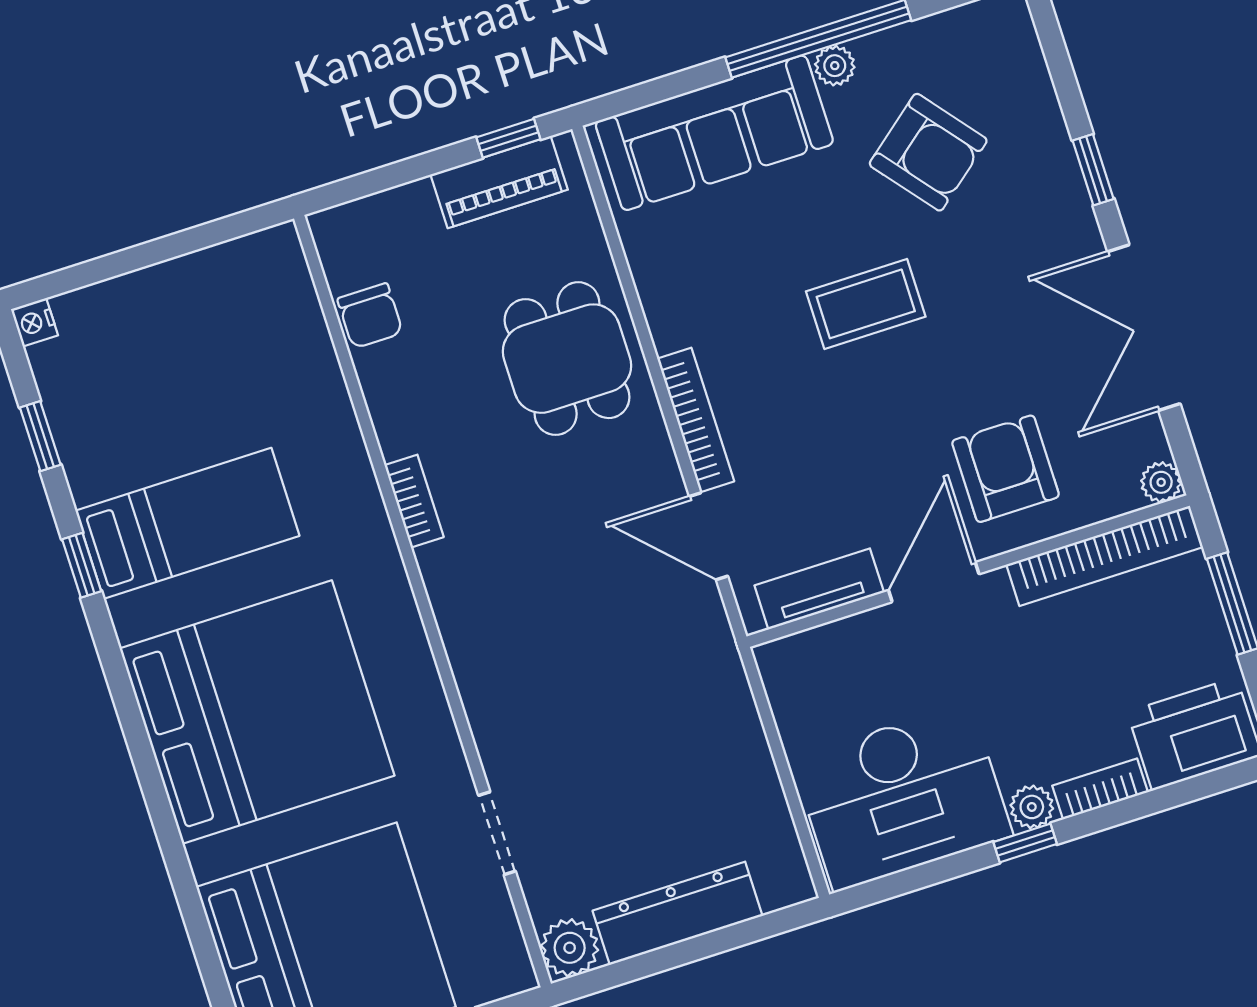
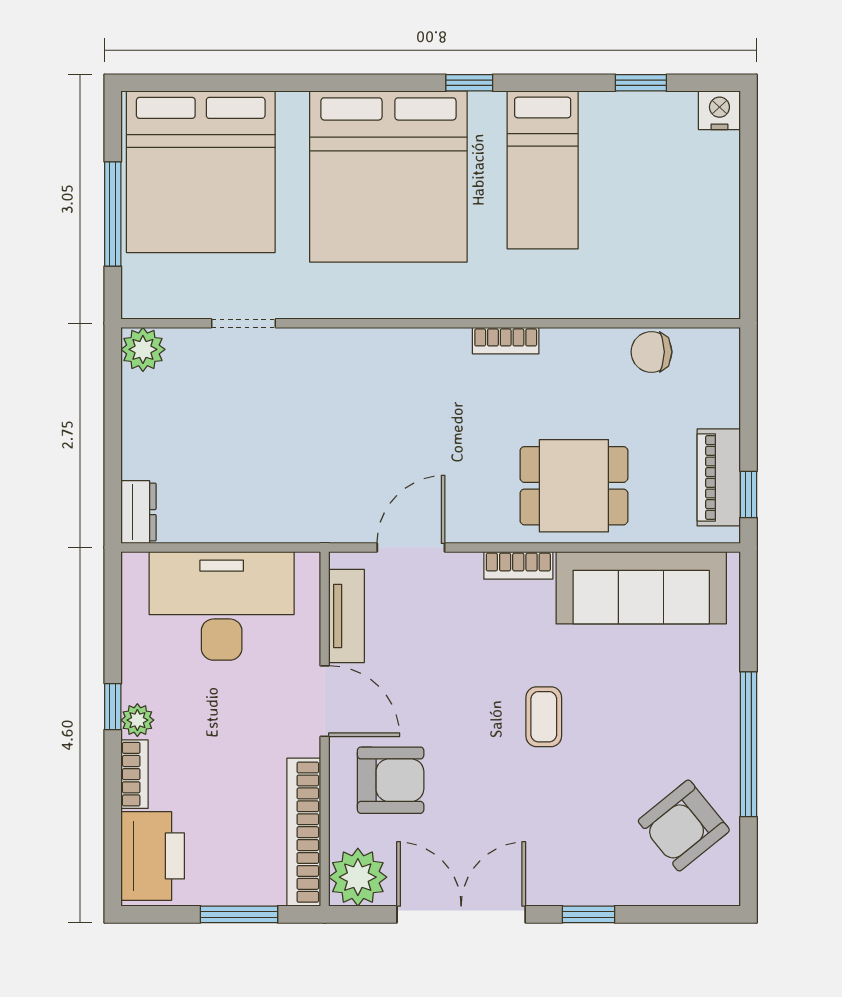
plant: (835, 66) -> (725, 750), removed
sofa: (714, 133) -> (641, 588), moved, turned -90
armchair: (928, 152) -> (684, 826), moved
coffee table: (866, 304) -> (544, 717), width x0.73, depth x0.77
nightstand: (34, 322) -> (719, 110), width x1.39, depth x1.35
bookcase: (696, 420) -> (518, 565), width x0.64
plant: (1161, 482) -> (358, 877), width x1.88, depth x1.88
window: (82, 565) -> (469, 83), moved
desk: (902, 797) -> (222, 606), moved, turned 90
dresser: (678, 913) -> (138, 512), moved, width x0.51, depth x0.80

